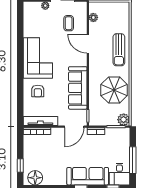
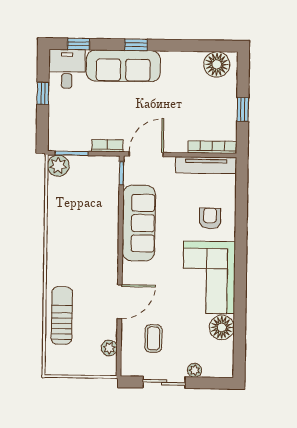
floor lamp: (30, 30) -> (222, 327), added
door: (88, 44) -> (120, 302), hinge flipped
sun lounger: (119, 50) -> (62, 316), moved
parasol: (114, 90) -> (74, 219), removed
window: (133, 160) -> (43, 93), width x0.46
window: (20, 166) -> (243, 109), moved

